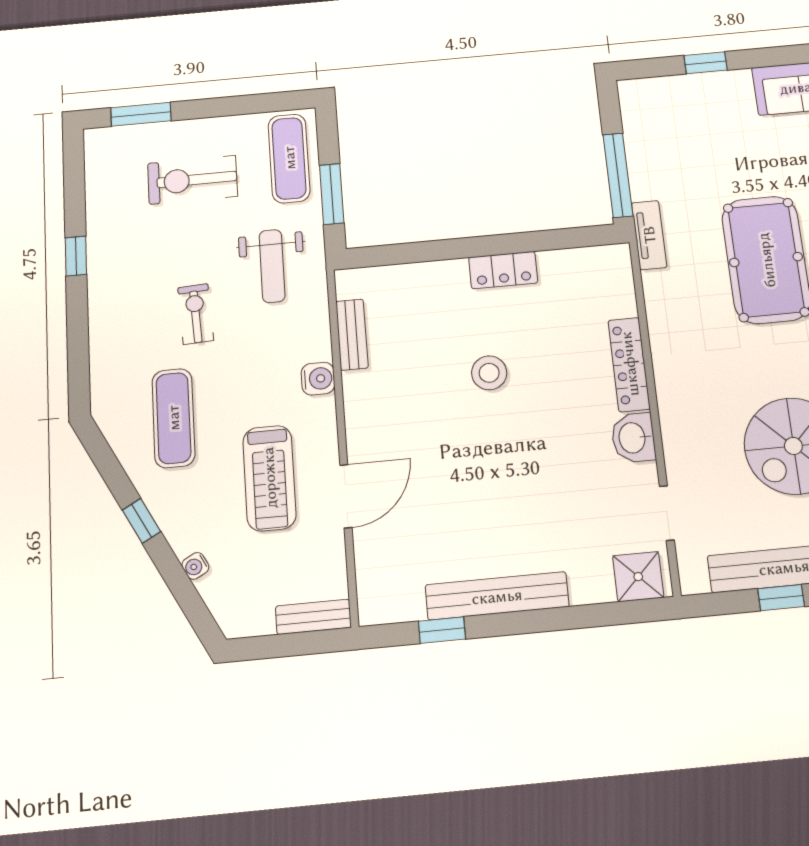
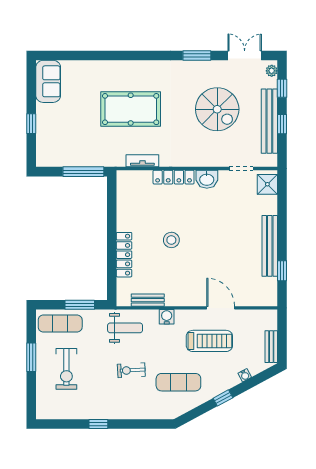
window: (141, 114) -> (31, 357), moved
tv unit: (649, 235) -> (142, 161), moved
weight bench: (272, 266) -> (125, 328), moved
locker: (503, 270) -> (124, 255), moved, width x1.53
bench: (313, 617) -> (271, 347), moved

